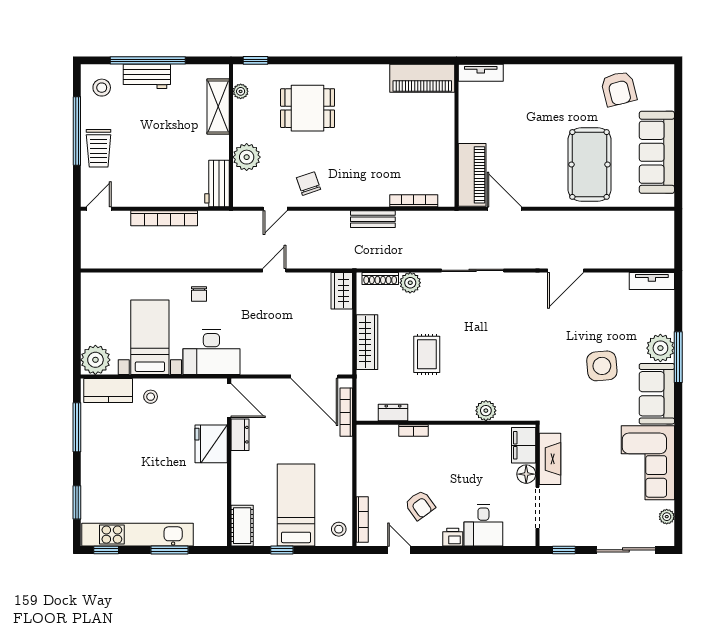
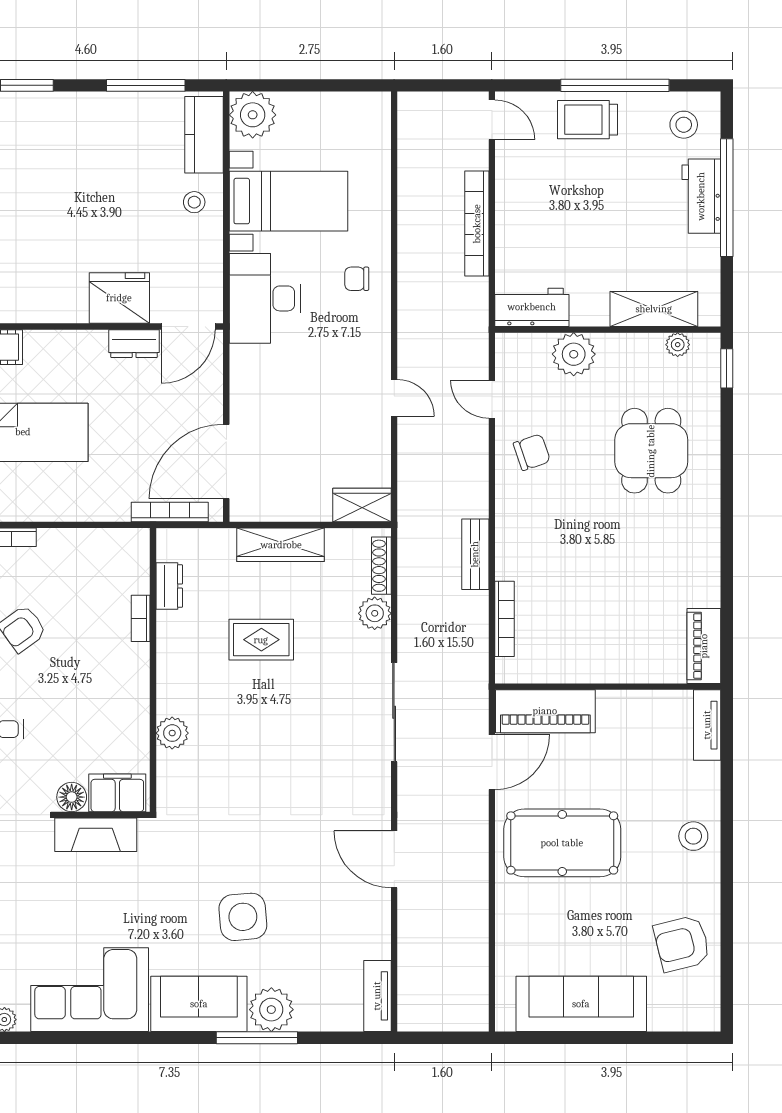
piano: (422, 78) -> (704, 646), width x0.73, depth x0.75
stool: (551, 82) -> (693, 836), added
pool table: (589, 164) -> (562, 843), moved

